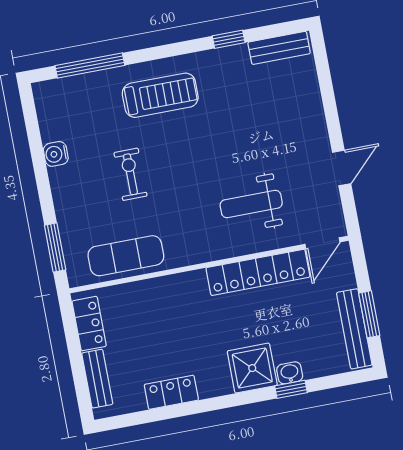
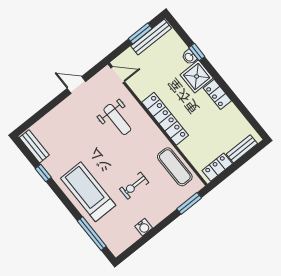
treadmill: (160, 95) -> (88, 192), width x1.37, depth x1.38
locker: (258, 272) -> (165, 119), moved
locker: (171, 392) -> (217, 94), moved

